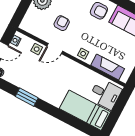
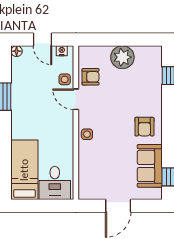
armchair: (62, 23) -> (91, 77), moved
fireplace: (108, 67) -> (86, 170), removed

